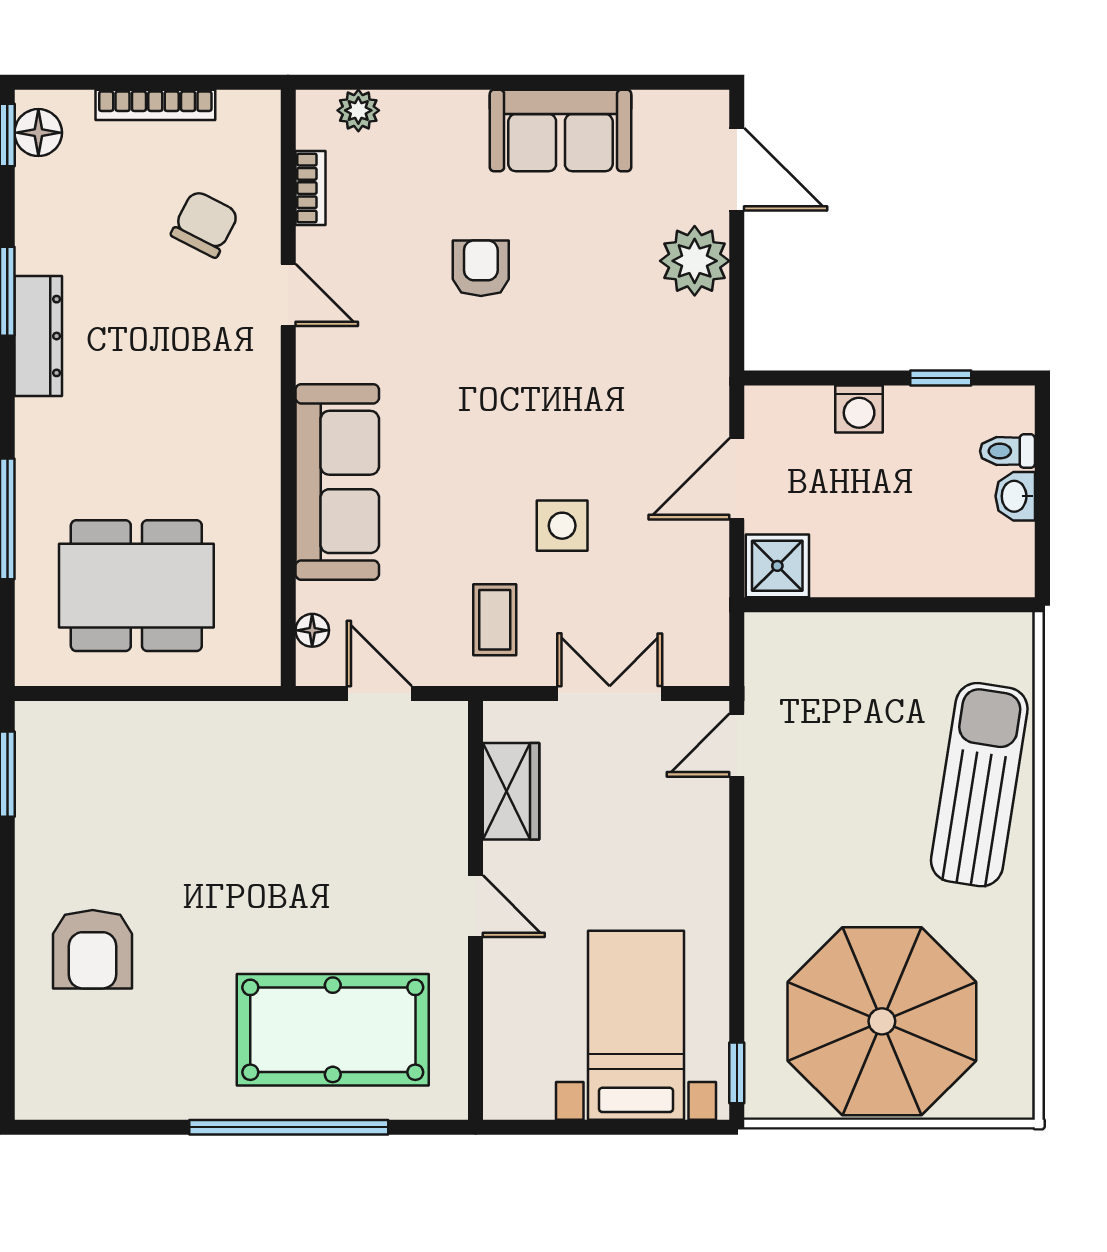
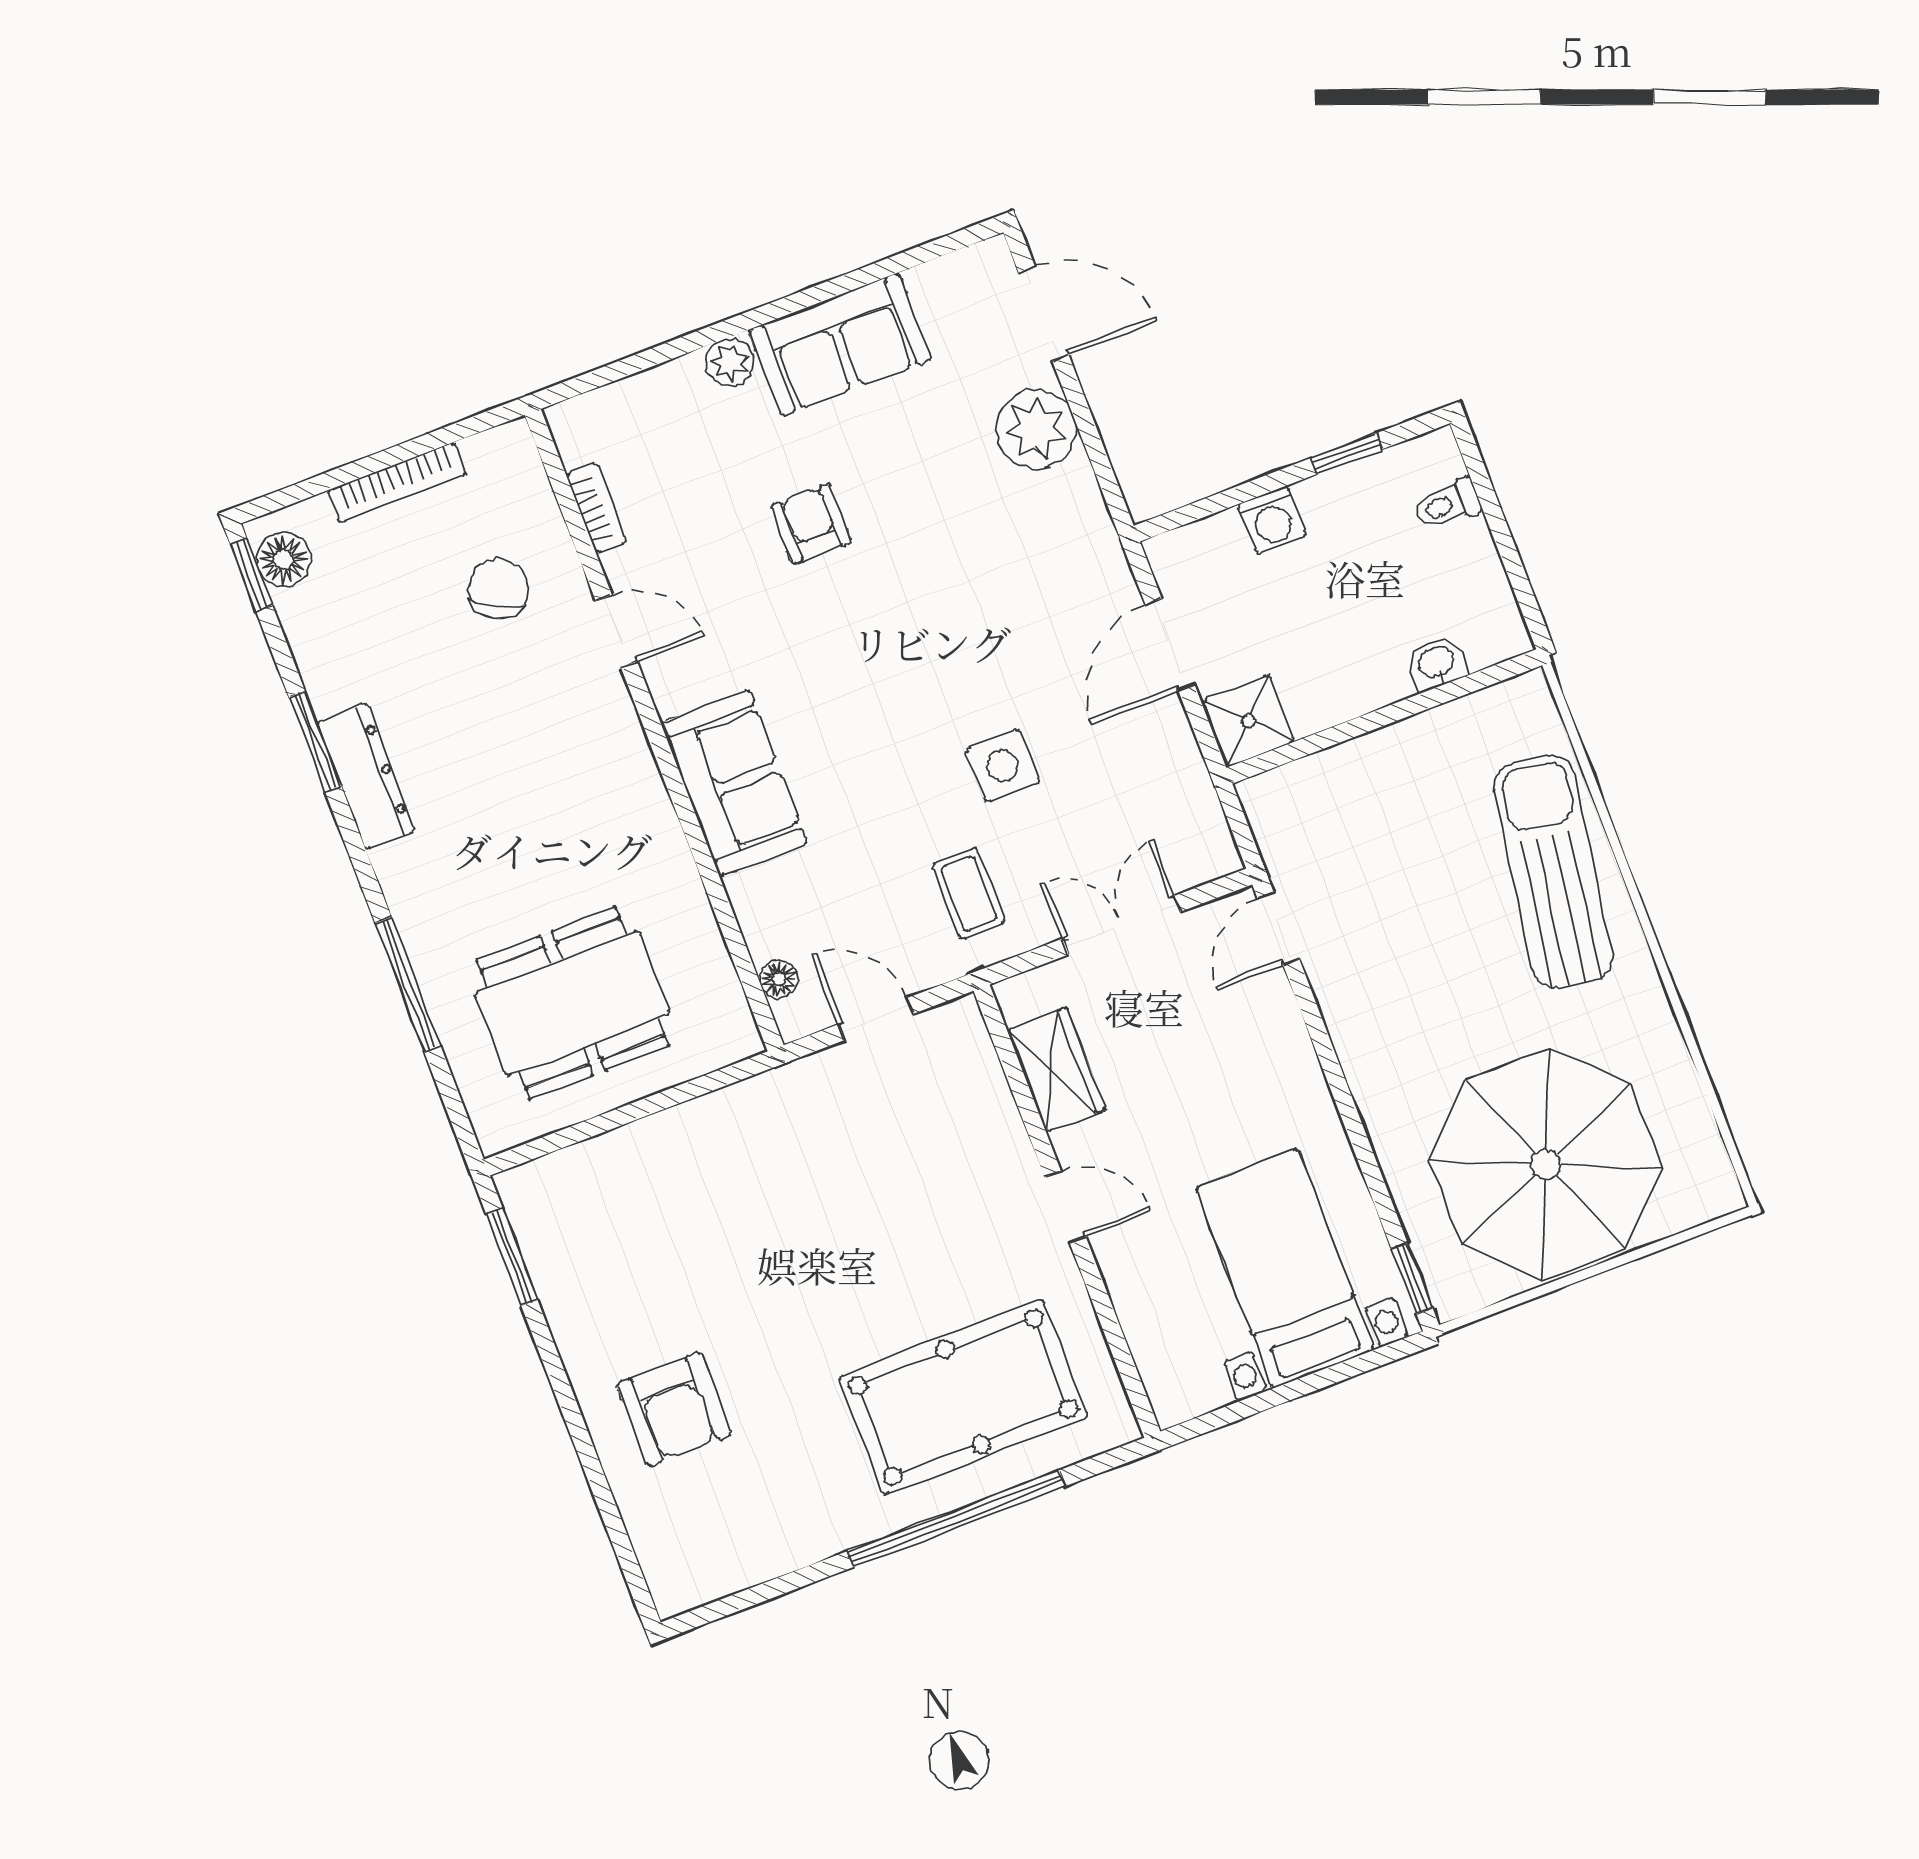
plant: (358, 110) -> (730, 362), moved
sofa: (337, 482) -> (734, 783), width x0.73
washbasin: (1015, 496) -> (1437, 663), moved, turned 90

